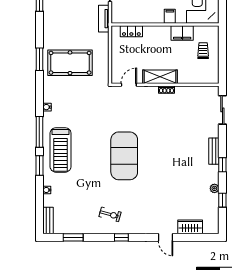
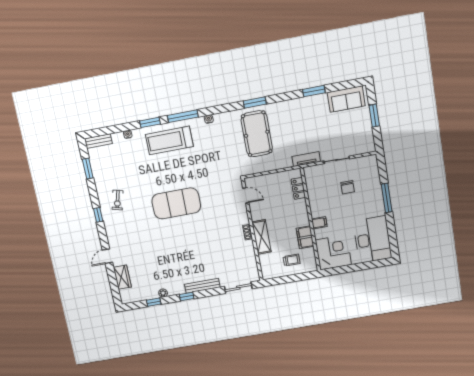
shelving: (160, 77) -> (261, 237), moved
bench: (214, 151) -> (202, 286), width x1.36

